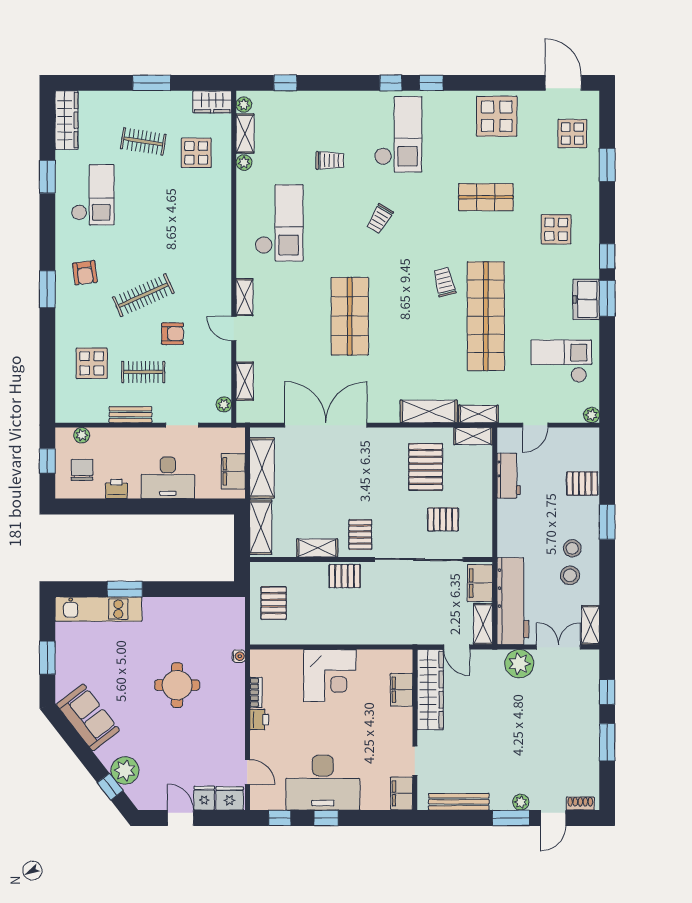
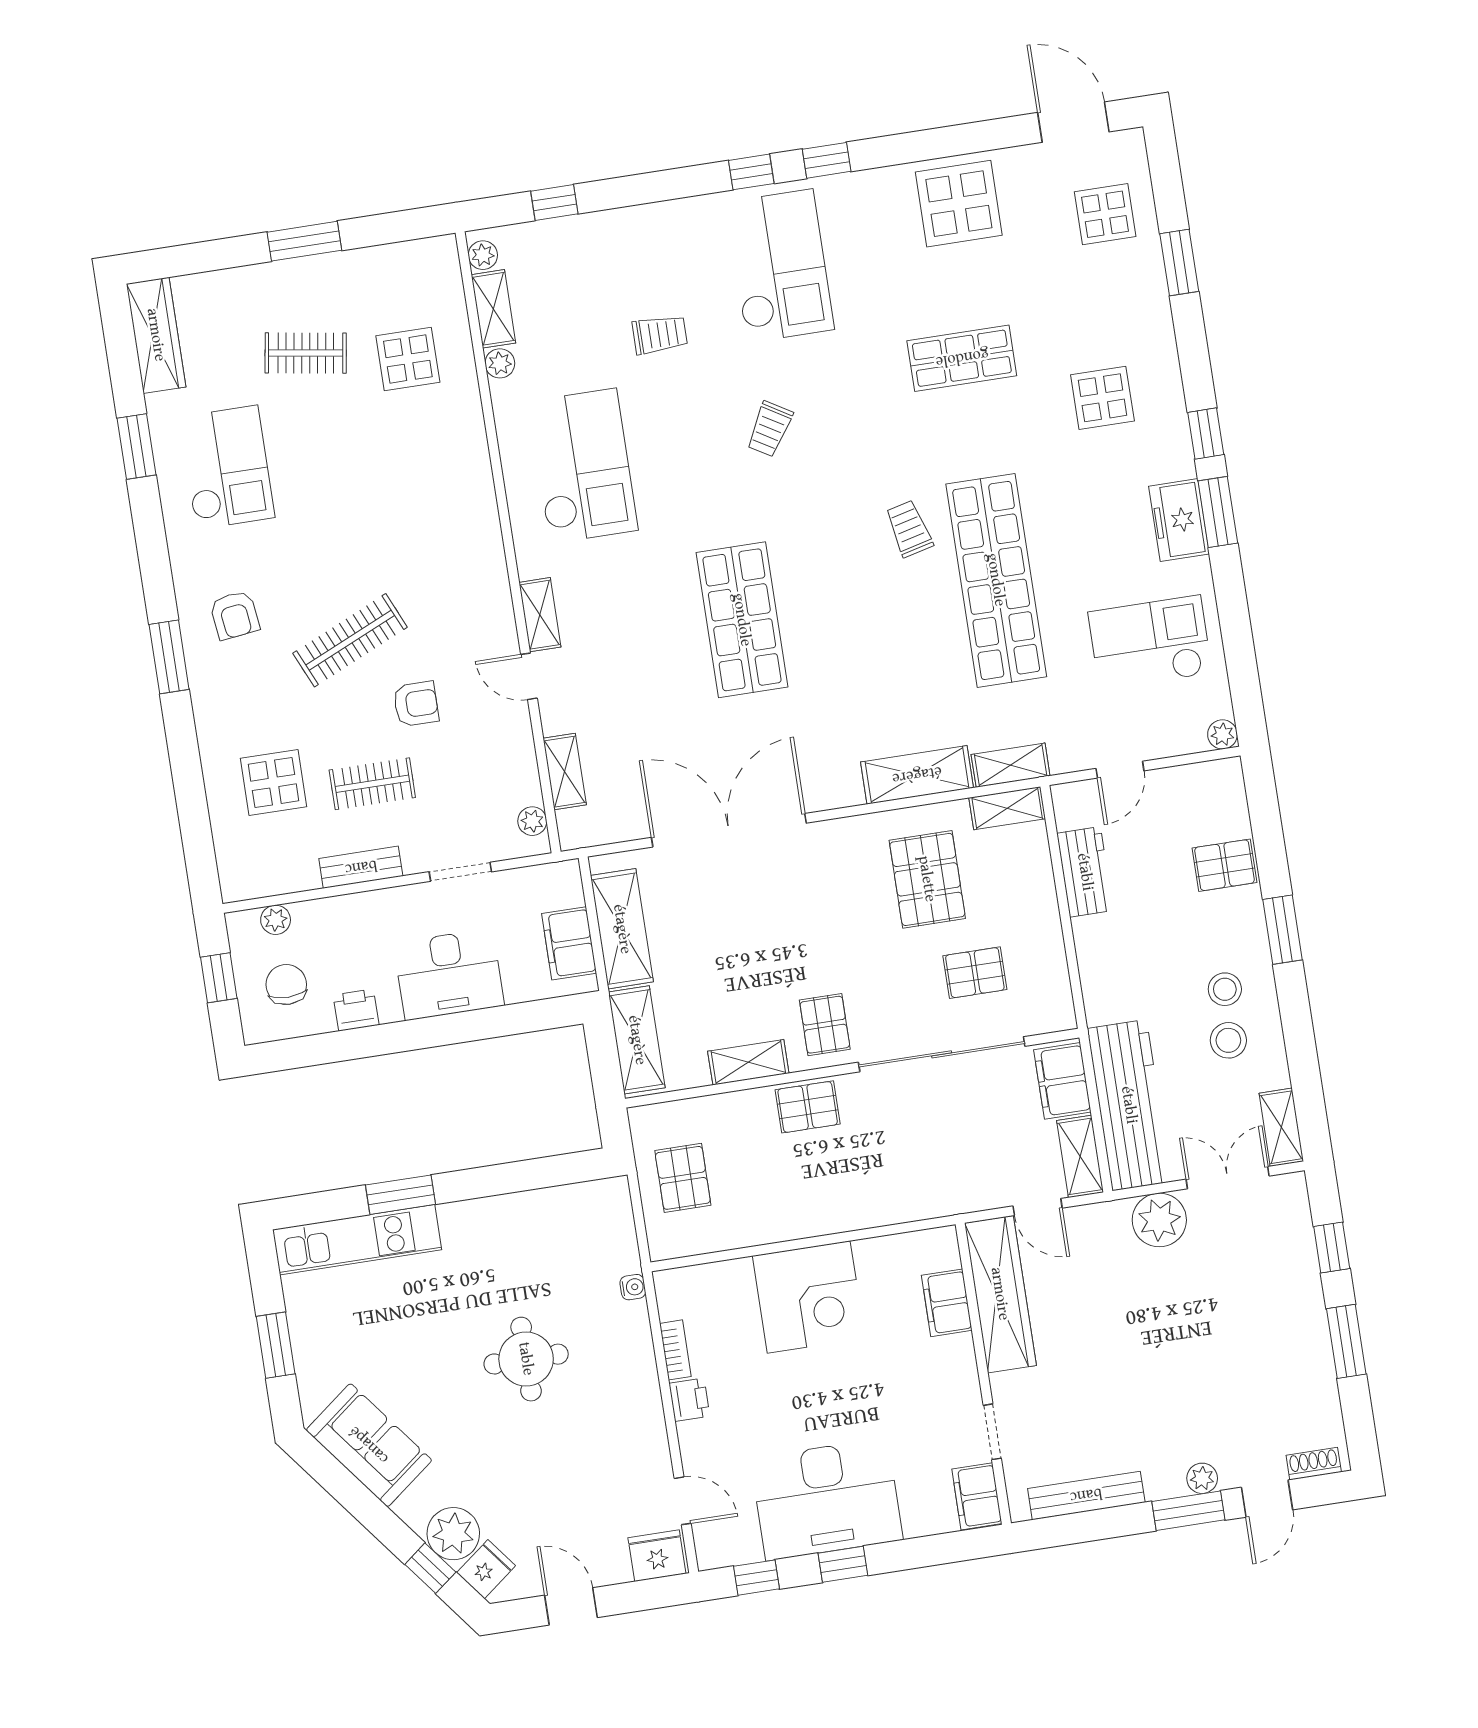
wardrobe: (212, 102) -> (423, 259), removed
fridge: (204, 798) -> (486, 1569), moved, turned 52

